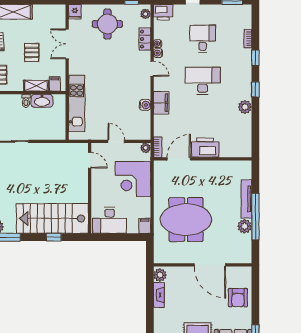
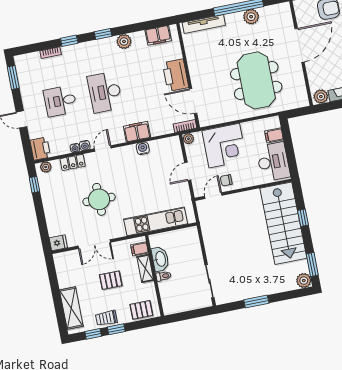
round table: (107, 24) -> (99, 199), moved
filing cabinet: (244, 139) -> (158, 35), added
chair: (101, 175) -> (226, 180), added
tv unit: (246, 199) -> (204, 24), moved
filing cabinet: (145, 226) -> (274, 135), moved

